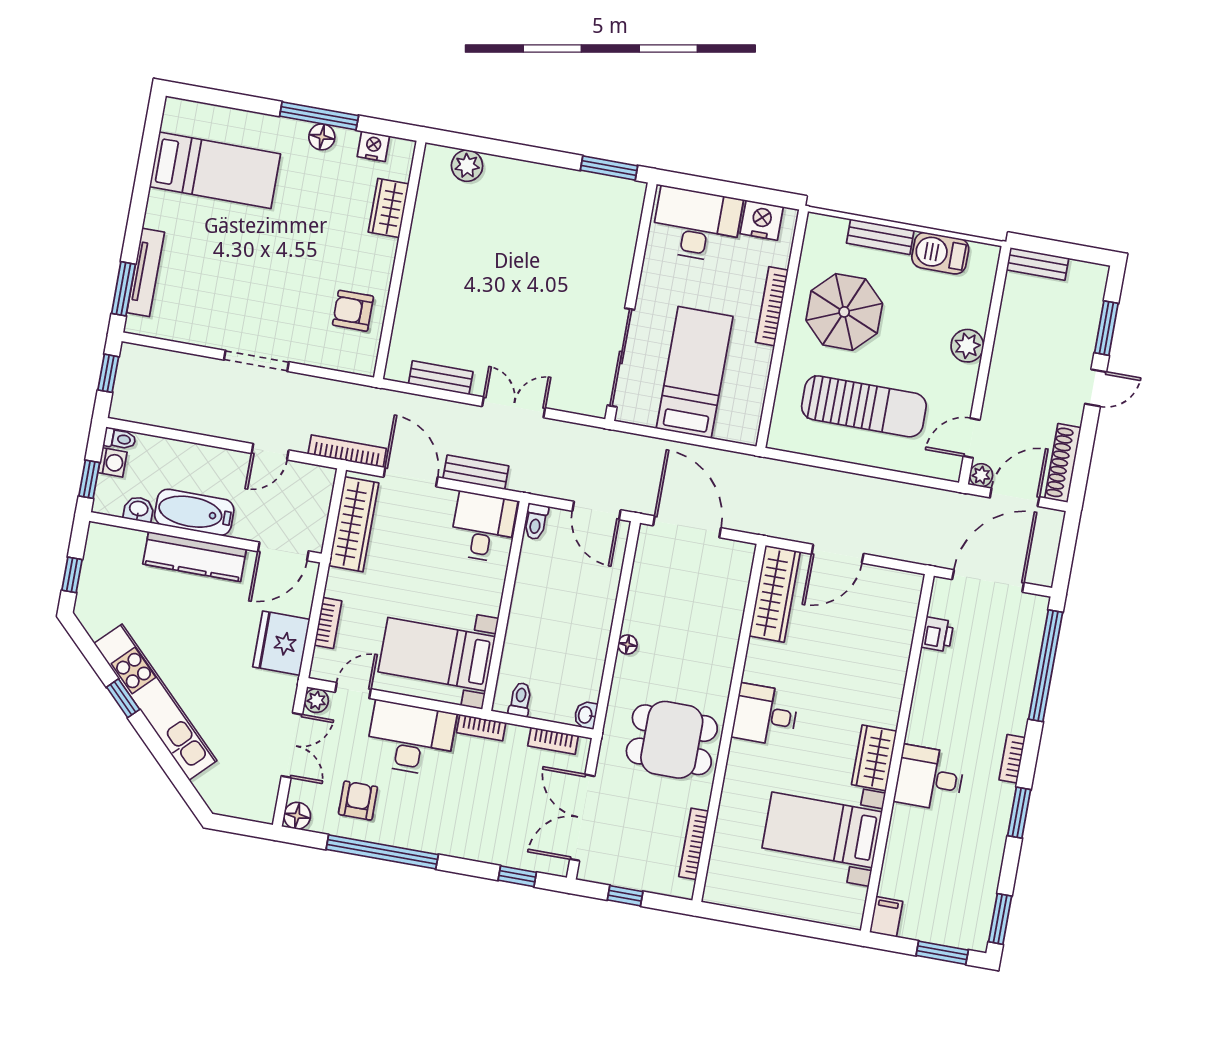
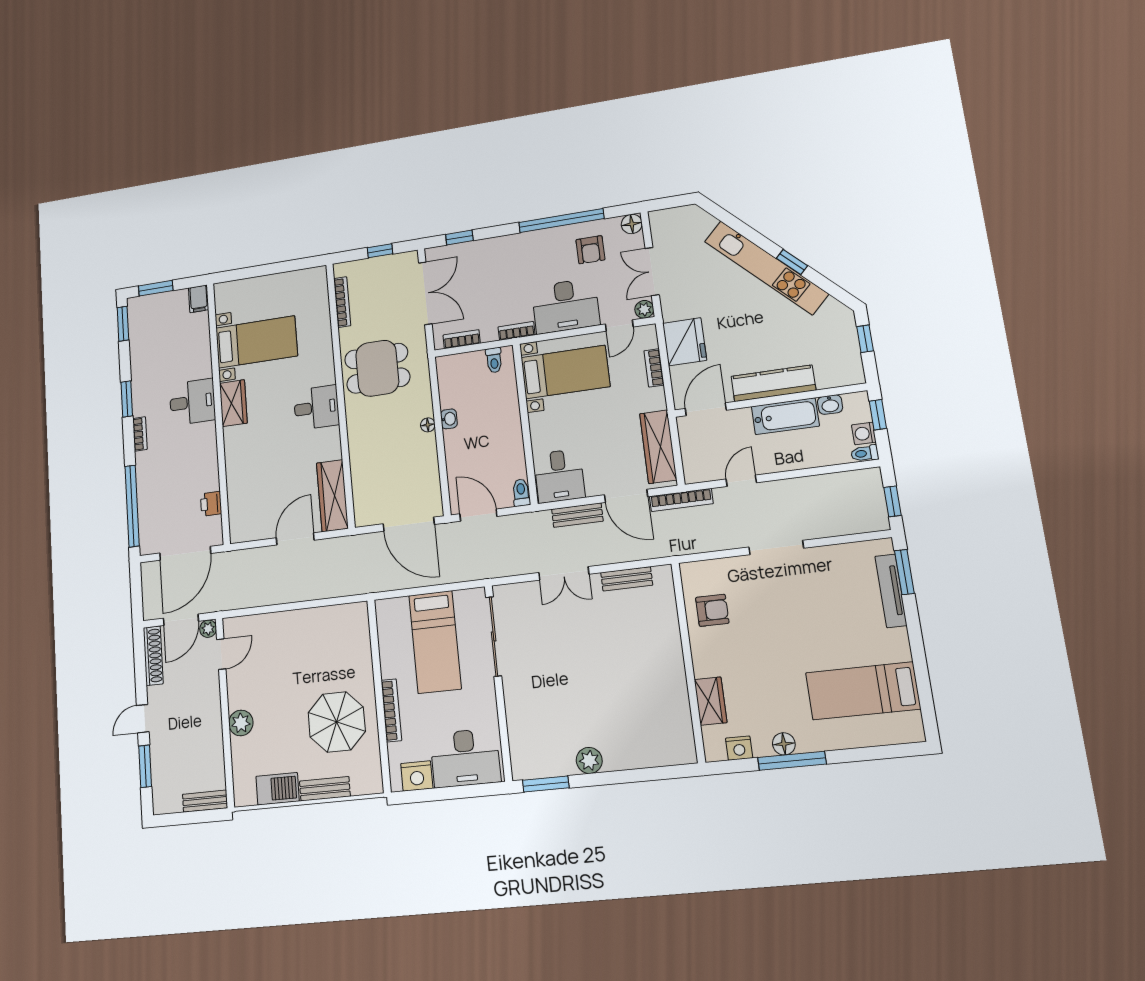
plant: (467, 166) -> (589, 760), moved
sun lounger: (864, 406) -> (304, 654), removed
washbasin: (586, 715) -> (449, 419), moved

